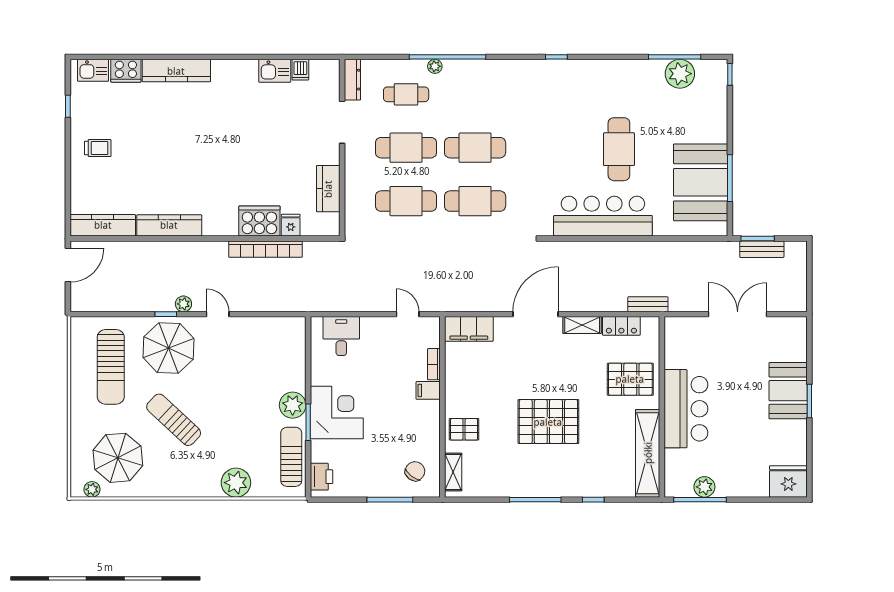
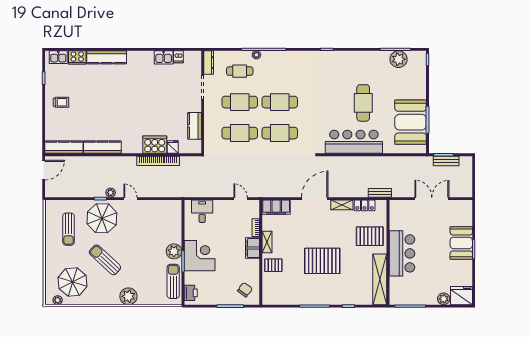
sun lounger: (111, 367) -> (68, 229), width x0.73, depth x0.75
filing cabinet: (428, 390) -> (253, 248), width x2.00
shelving: (453, 472) -> (267, 242), moved
plant: (236, 483) -> (128, 296), moved
plant: (704, 487) -> (444, 299), moved

